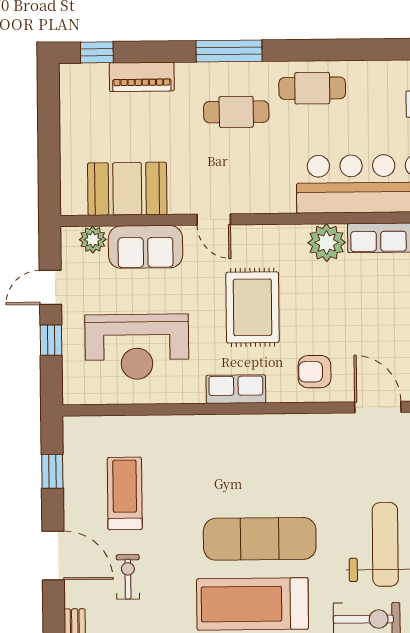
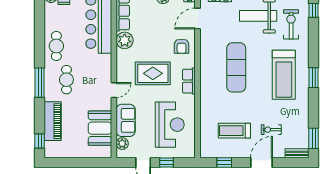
piano: (142, 77) -> (53, 121), width x1.37, depth x1.33
exercise mat: (260, 539) -> (236, 67), moved

